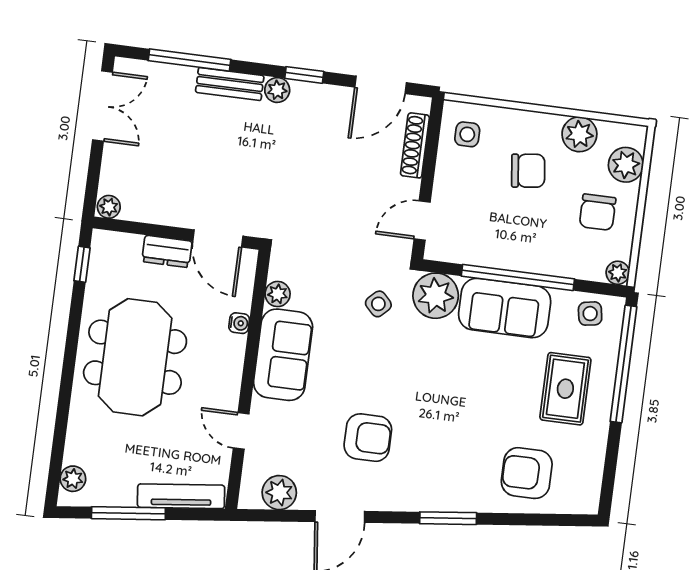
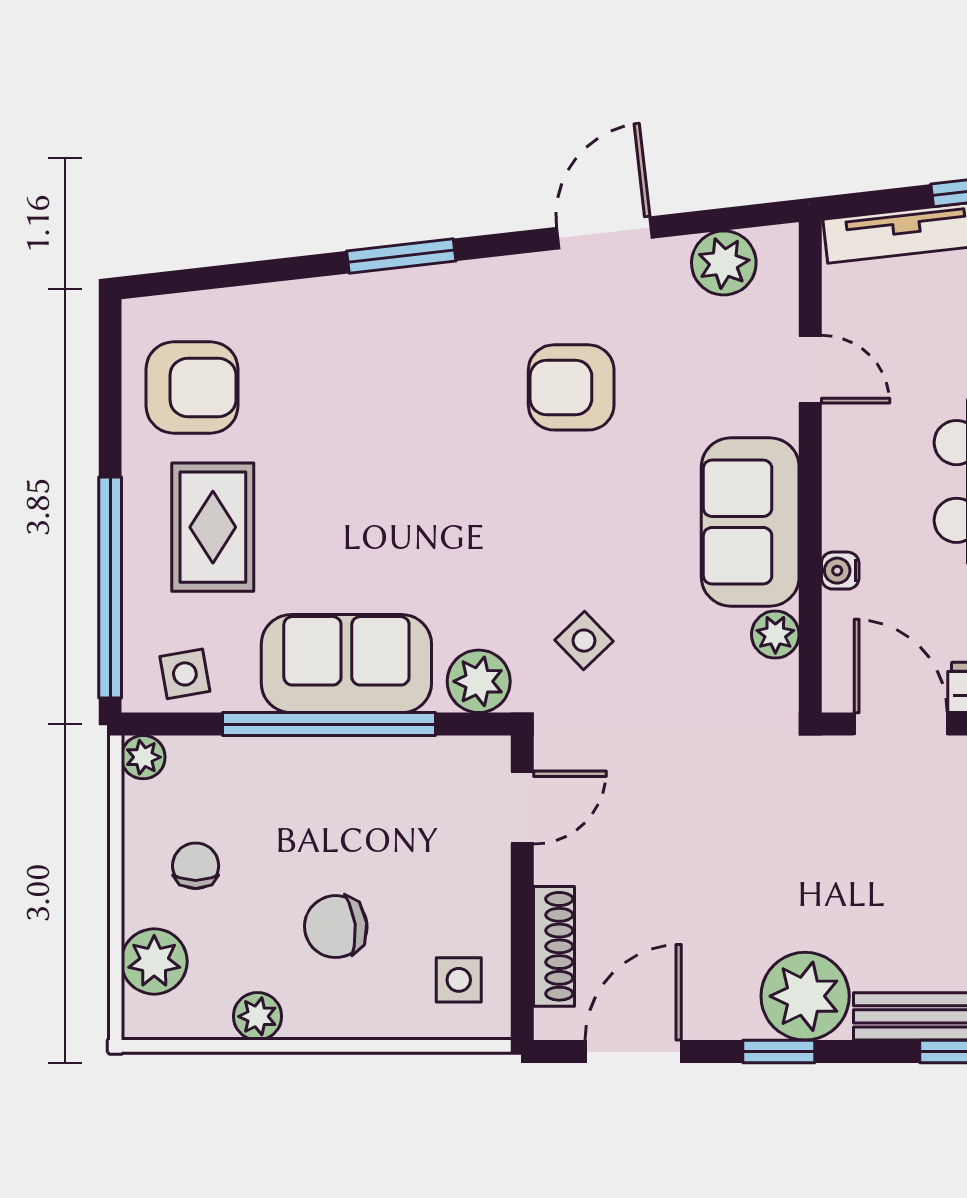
plant: (277, 90) -> (805, 996), width x1.88, depth x1.88
plant: (579, 134) -> (258, 1016), width x0.73, depth x0.73
chair: (598, 212) -> (196, 866), width x0.73, depth x0.73
plant: (436, 296) -> (479, 681), width x0.73, depth x0.73
armchair: (527, 473) -> (192, 387), moved

